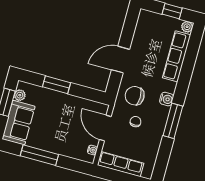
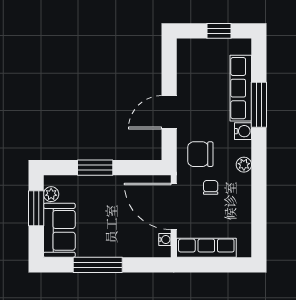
plant: (187, 27) -> (244, 165), moved
water cooler: (167, 99) -> (243, 131), moved
window: (173, 121) -> (259, 105), moved
door: (105, 128) -> (174, 206), width x1.36

